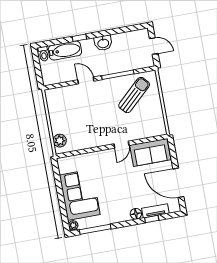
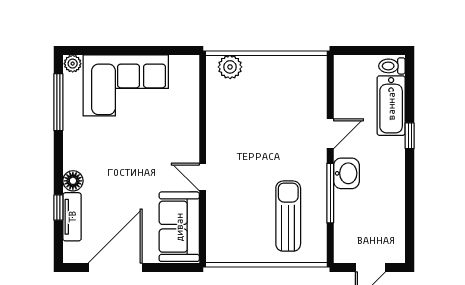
washbasin: (103, 43) -> (346, 173), moved, turned 180
sun lounger: (134, 95) -> (288, 216), turned -137

